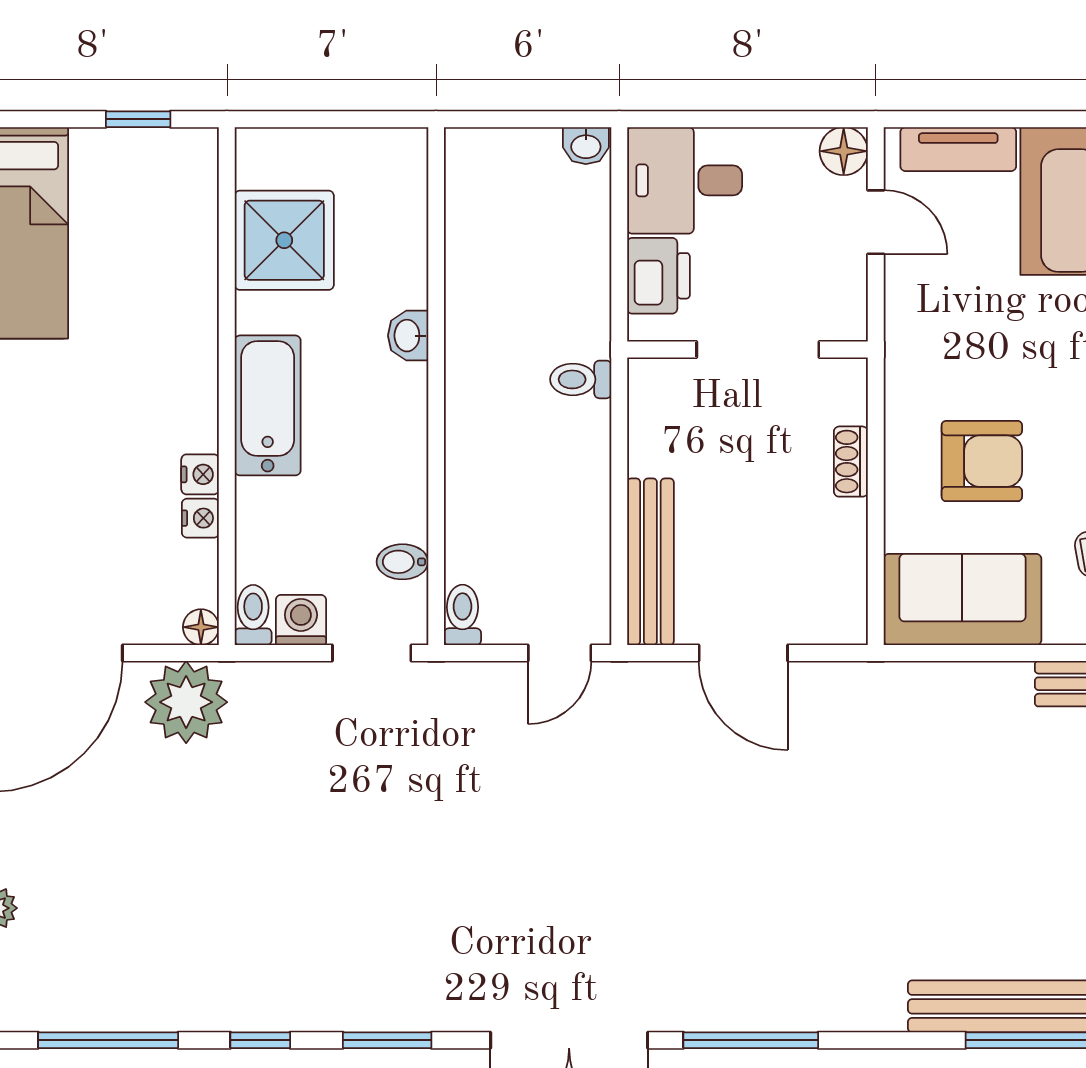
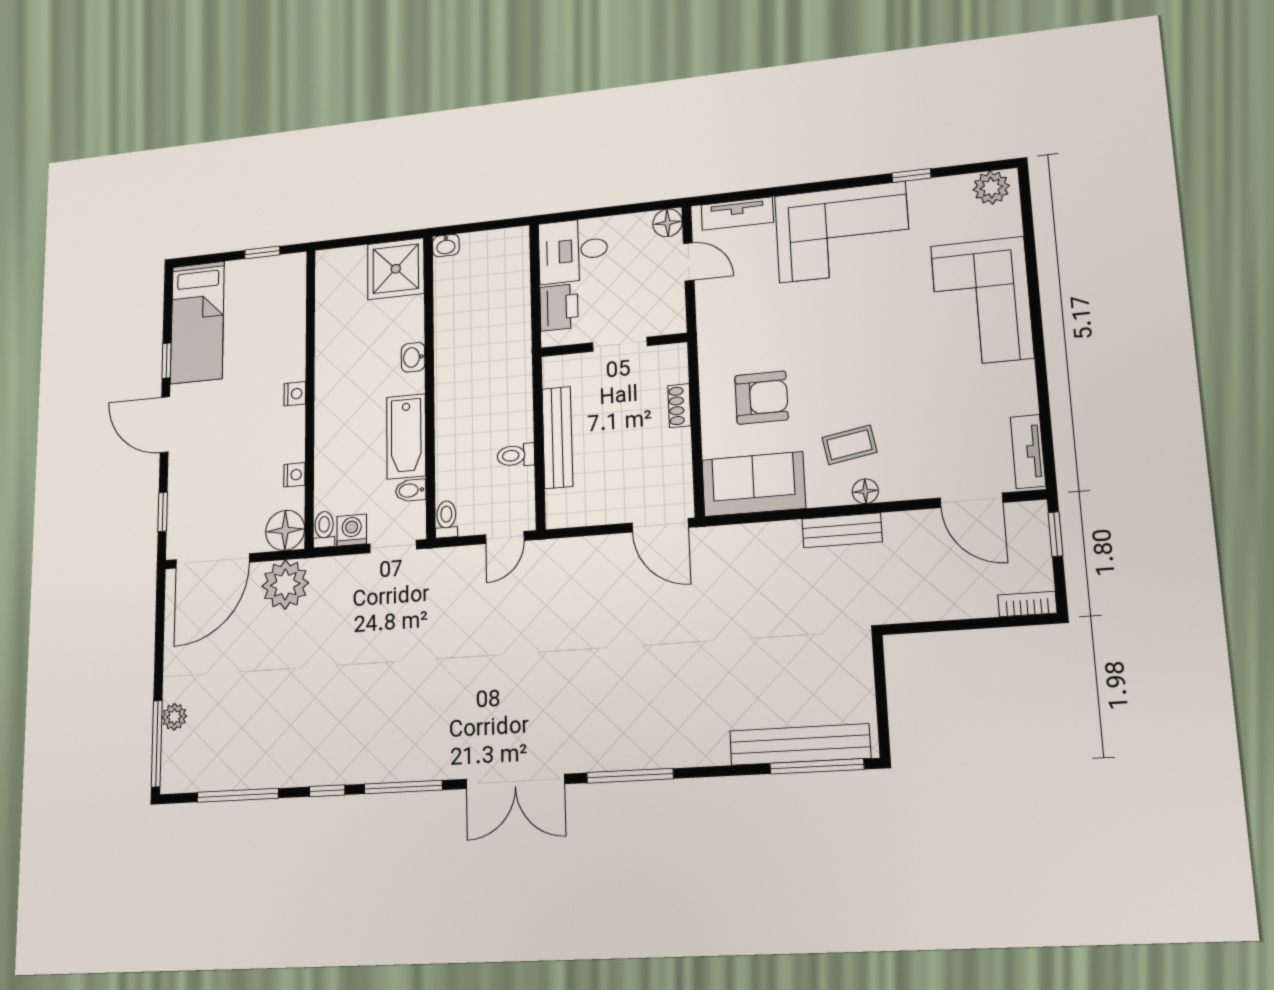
washbasin: (586, 146) -> (446, 246), moved
shower: (284, 240) -> (396, 269), moved
doorway: (758, 349) -> (620, 344), width x0.73
toilet: (581, 379) -> (516, 455), moved
bathtub: (268, 405) -> (406, 436), moved, turned 180
nightstand: (200, 474) -> (295, 394), moved
bench: (650, 562) -> (557, 437), moved
floor lamp: (201, 627) -> (285, 530), width x1.89, depth x1.89
door: (743, 653) -> (660, 525), moved
window: (387, 1040) -> (403, 787), width x1.44

